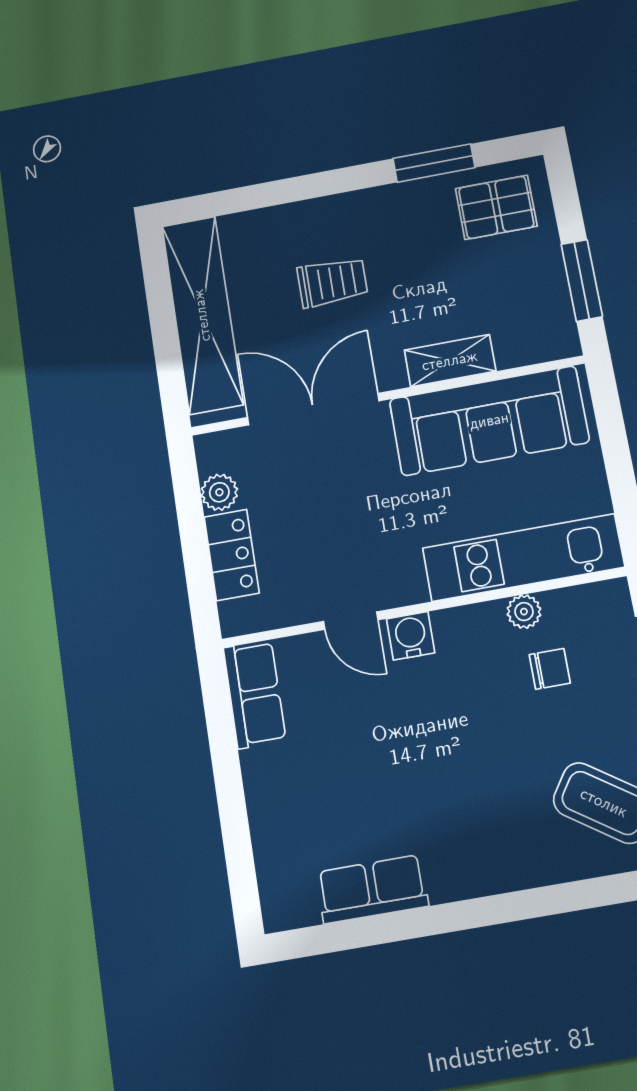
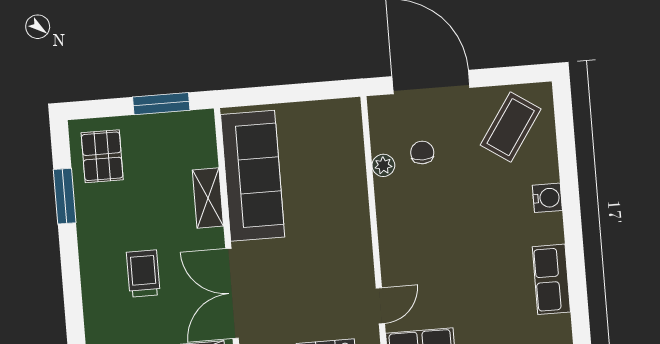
kitchen unit: (523, 558) -> (348, 162), removed
door: (351, 621) -> (380, 306), moved
water cooler: (411, 636) -> (547, 198), moved, turned 180

